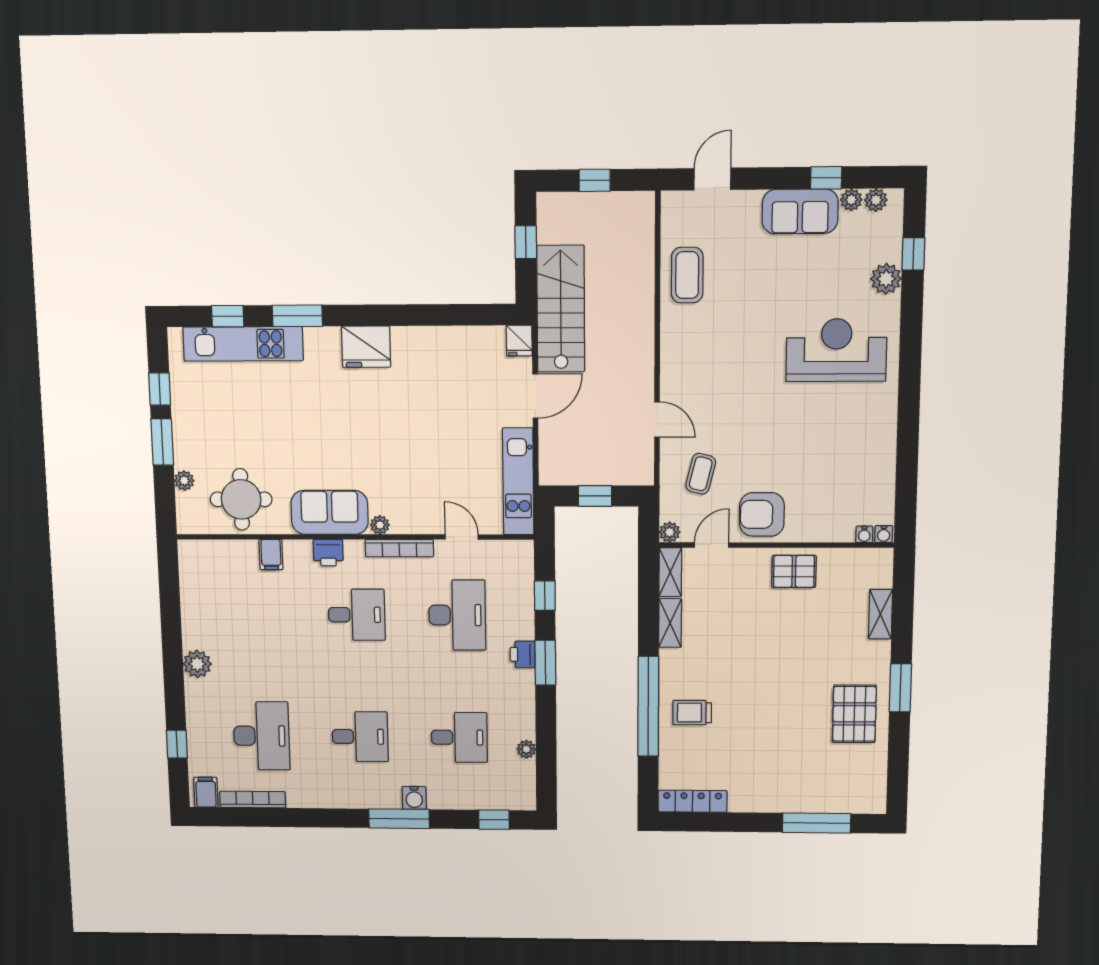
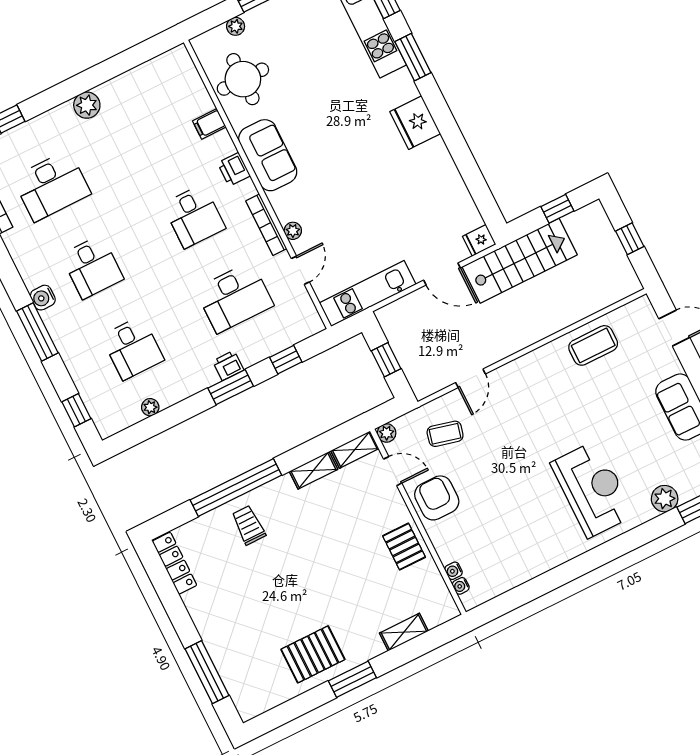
plant: (380, 525) -> (293, 231), moved
water cooler: (884, 534) -> (454, 571), moved
water cooler: (414, 798) -> (43, 298), moved

